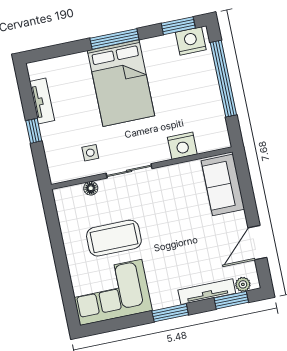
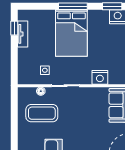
window: (34, 131) -> (14, 28), moved
coffee table: (114, 238) -> (42, 113), moved

